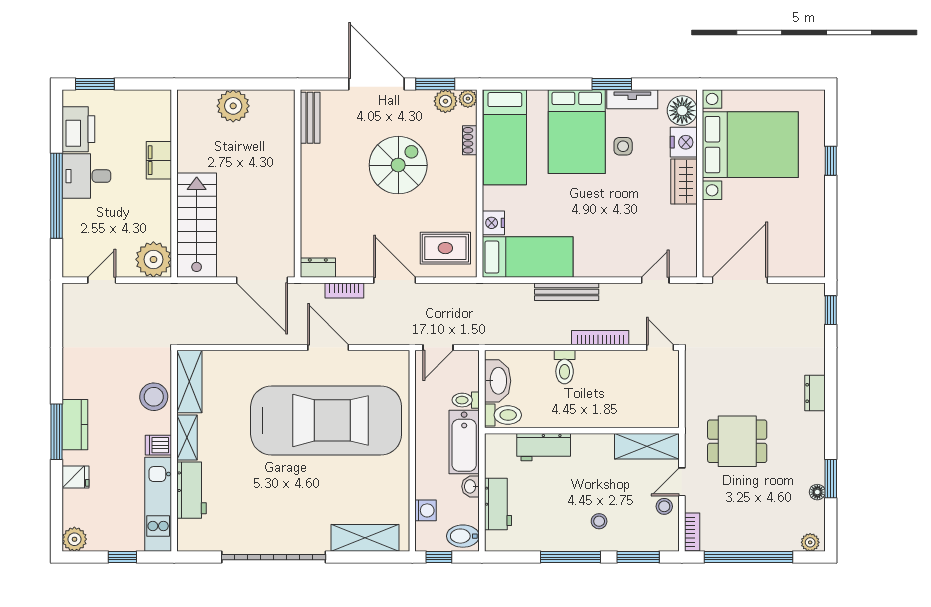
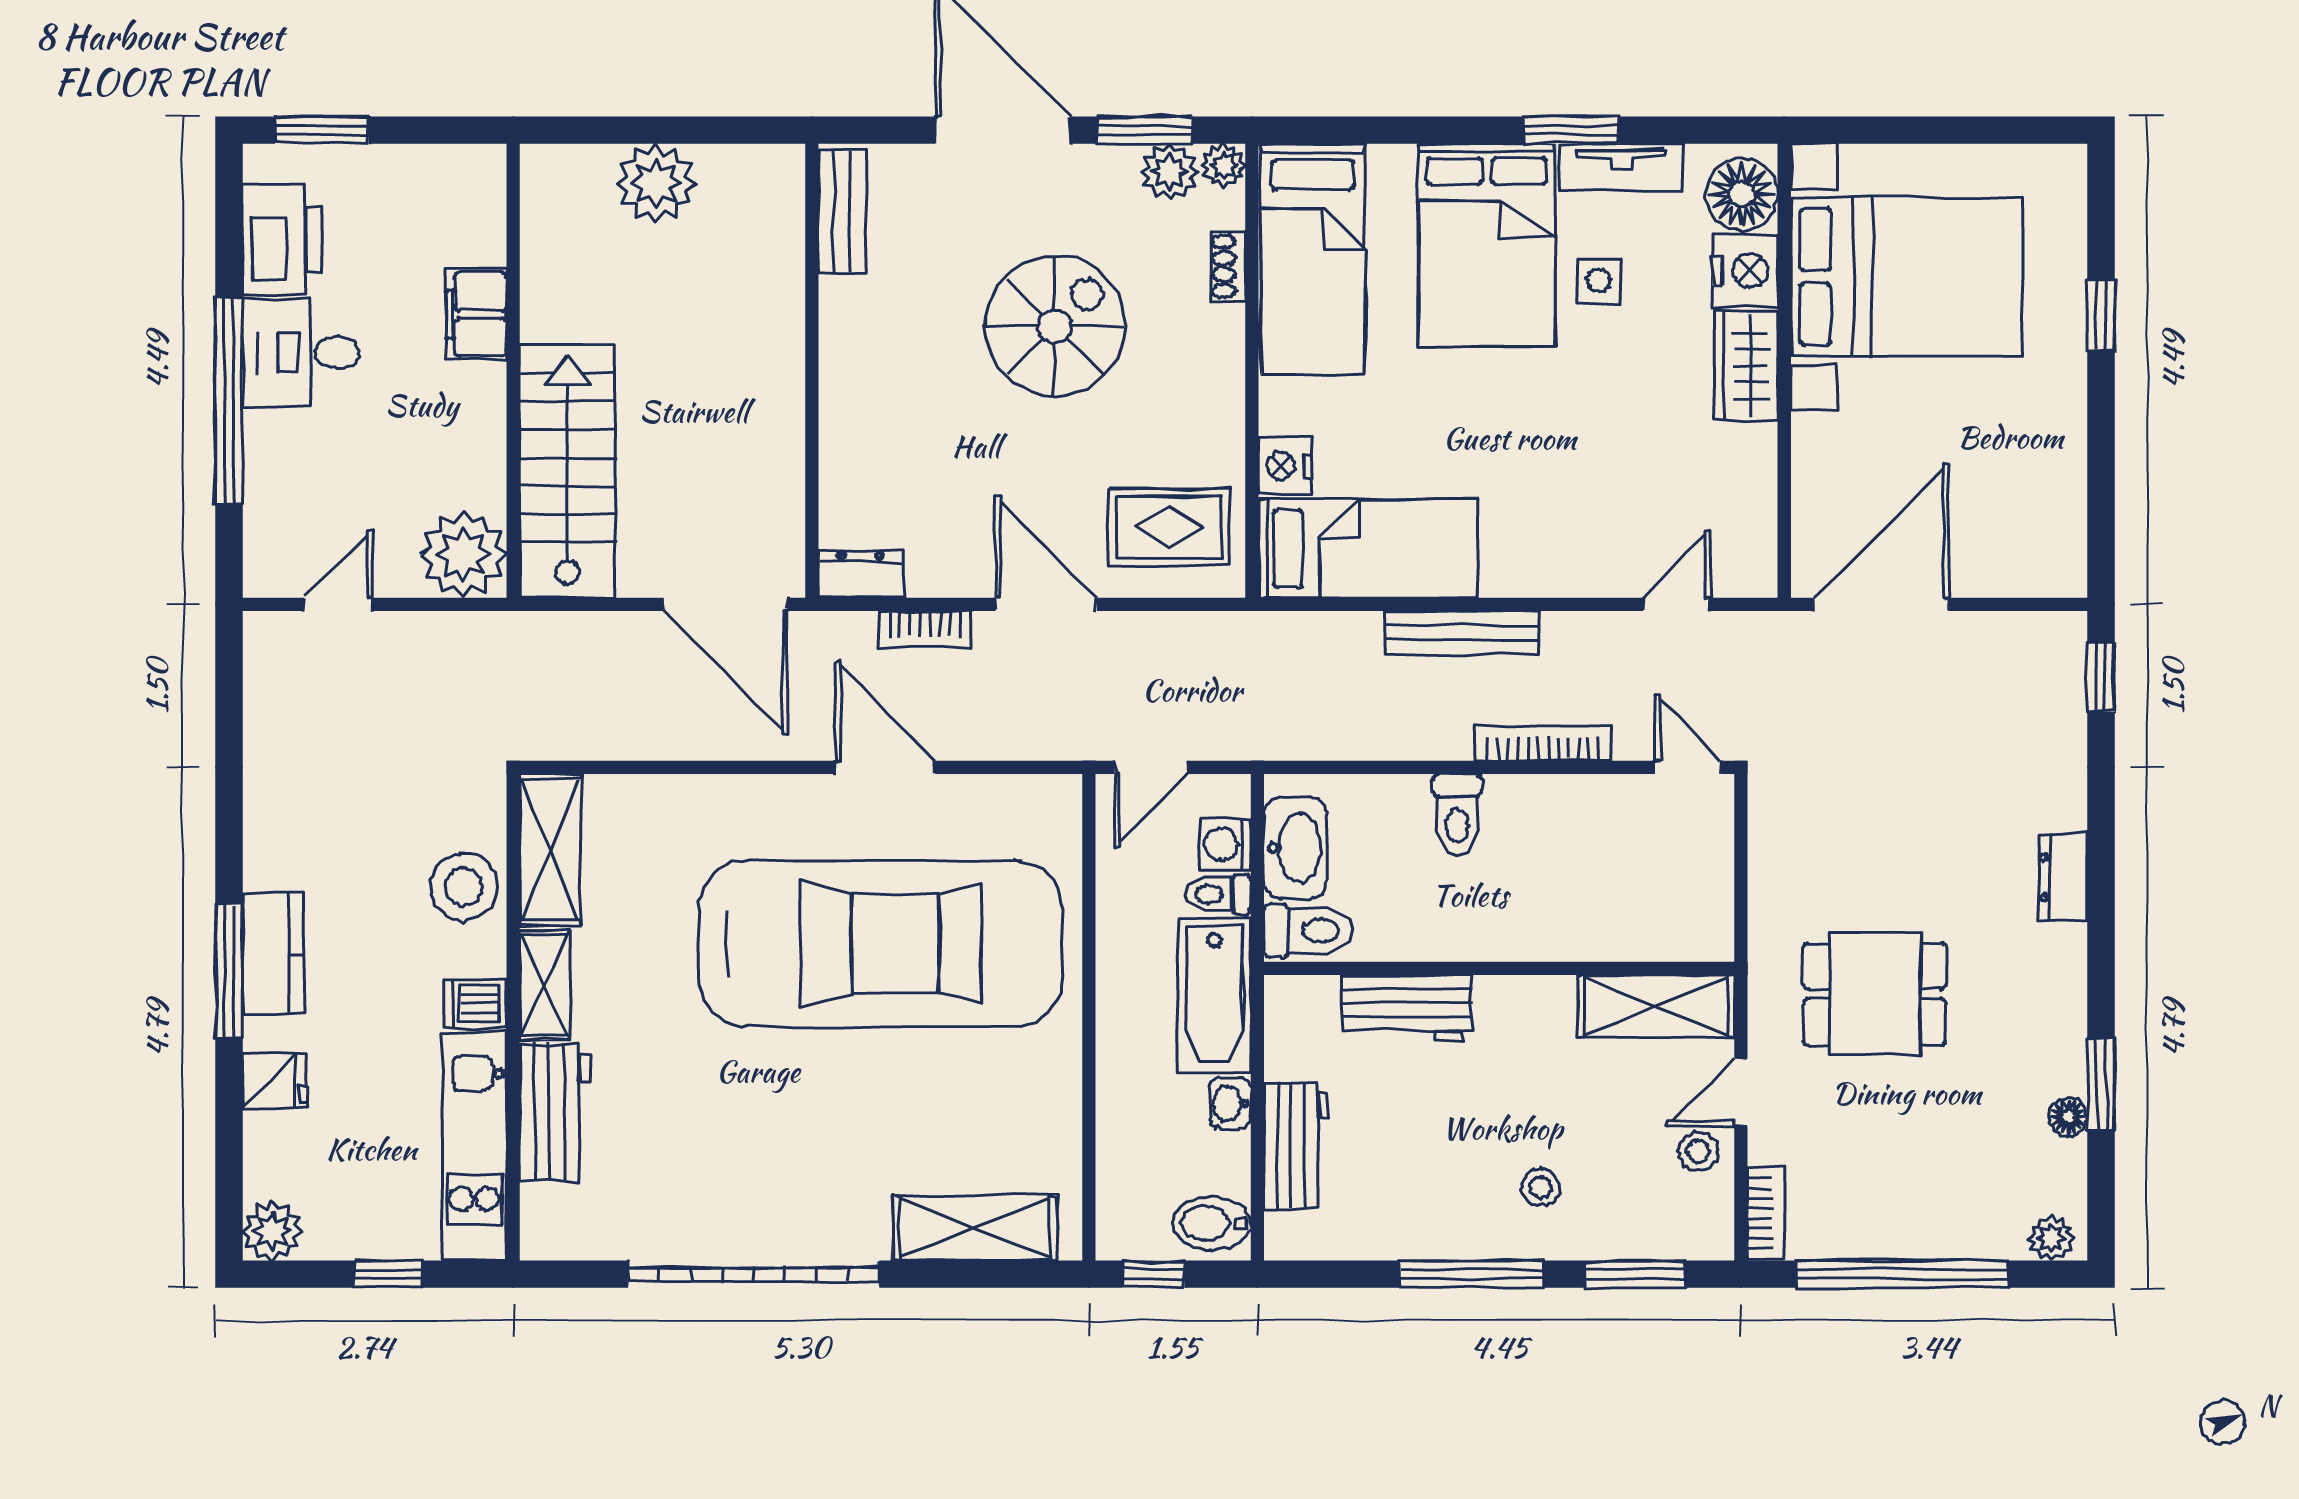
washing machine: (425, 510) -> (1225, 845), moved, turned 180

